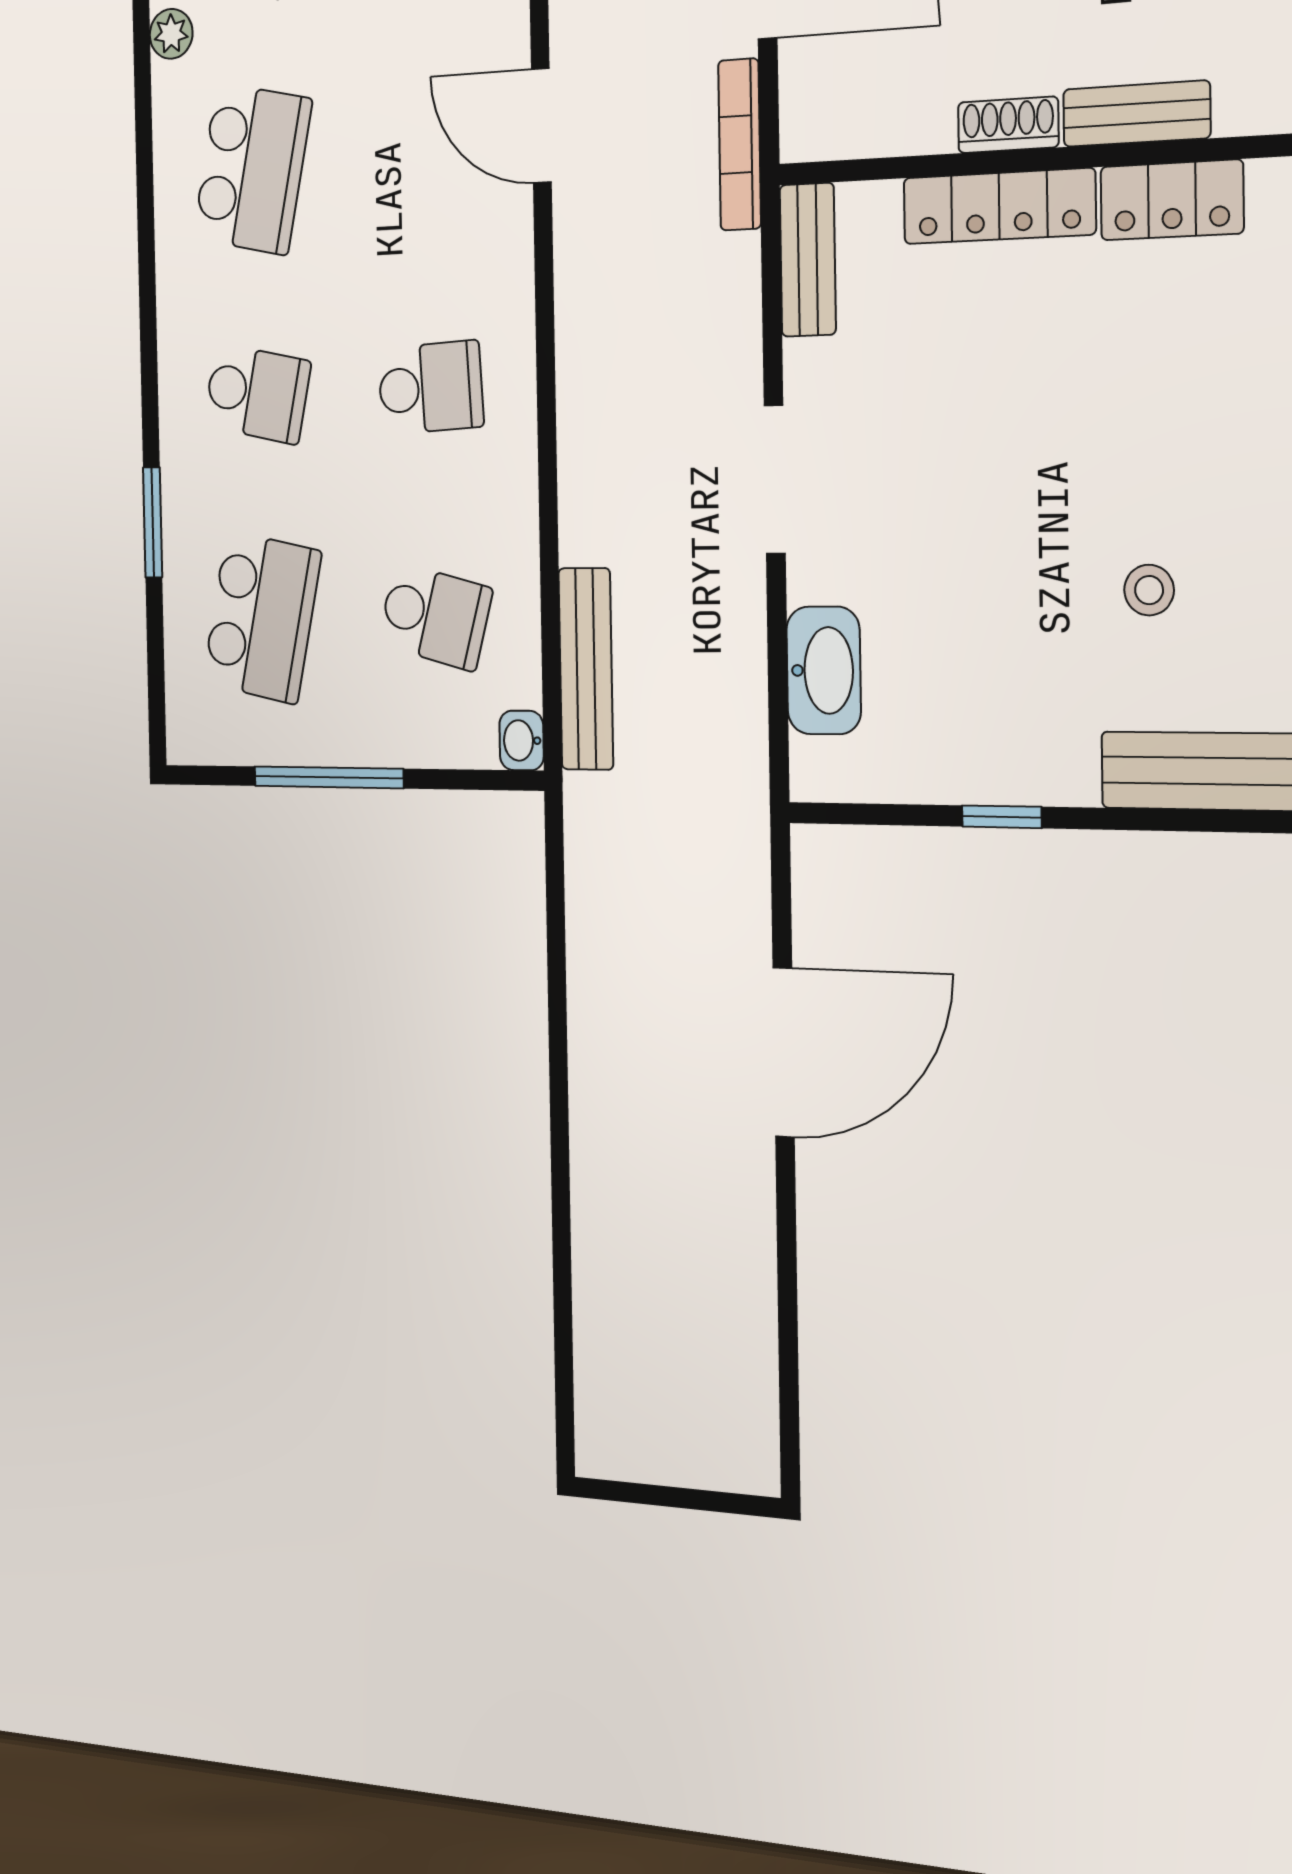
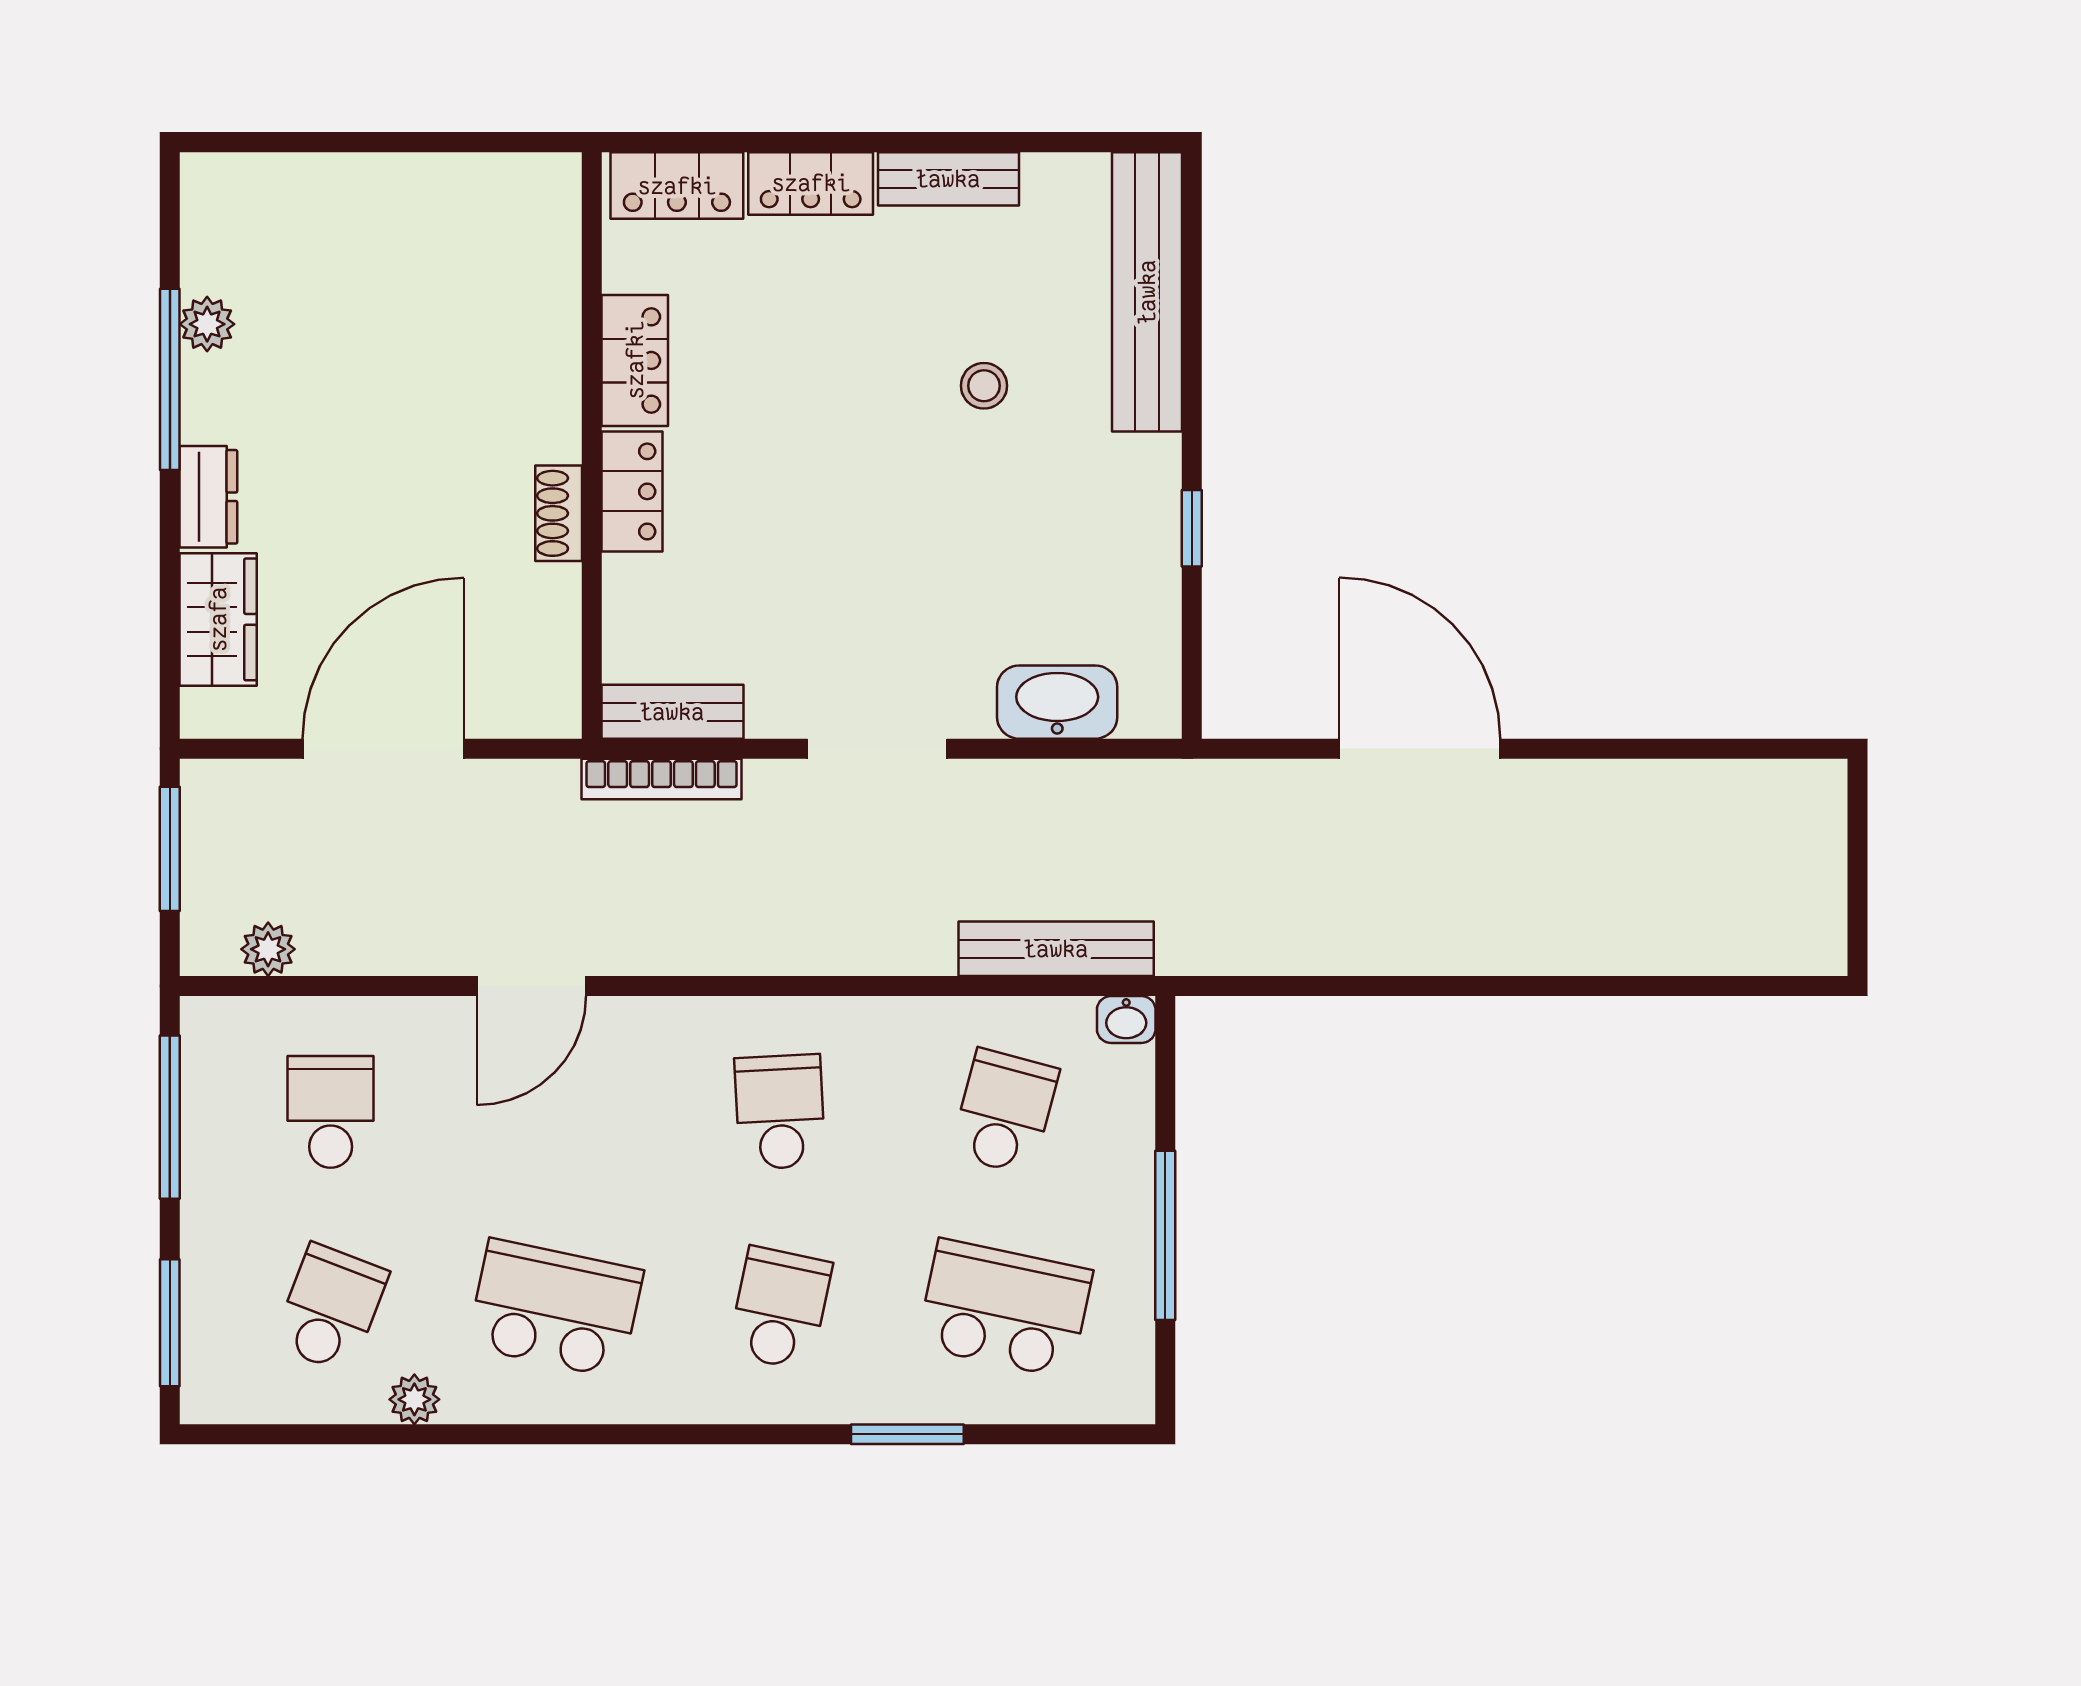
bench: (1136, 114) -> (556, 392), removed
bookcase: (740, 145) -> (661, 779), moved
locker: (999, 206) -> (632, 491), width x0.66

